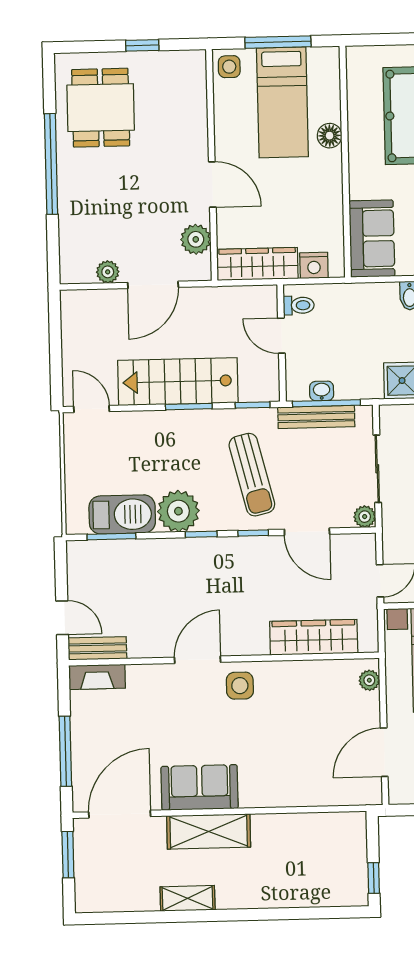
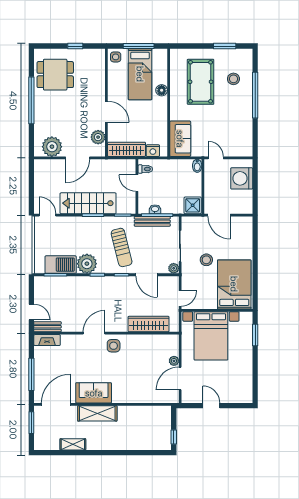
dining table: (101, 108) -> (55, 75), turned 90
plant: (108, 272) -> (52, 147), width x1.87, depth x1.87
plant: (369, 680) -> (174, 361), moved
shelving: (188, 898) -> (73, 444), moved

